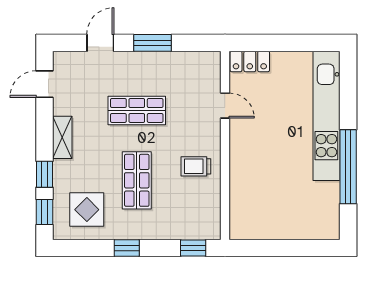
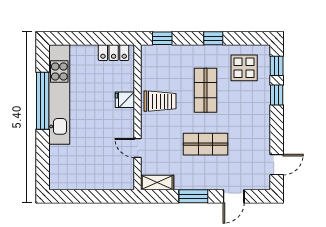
locker: (250, 61) -> (114, 53), moved, turned 180
kitchen unit: (326, 116) -> (59, 94), moved
shelving: (62, 137) -> (157, 183), moved, turned 90
trolley: (196, 166) -> (160, 101), width x1.36, depth x1.39
fridge: (241, 168) -> (125, 100), added

